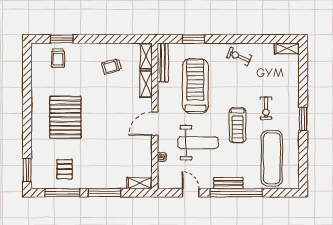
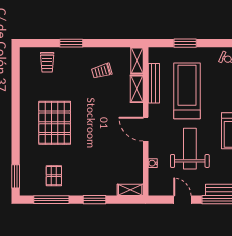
window: (62, 39) -> (71, 43), moved
bench: (163, 62) -> (154, 83), moved
door: (155, 124) -> (146, 129), hinge flipped
weight bench: (198, 143) -> (190, 149), turned -90
window: (104, 193) -> (94, 200), width x0.69

